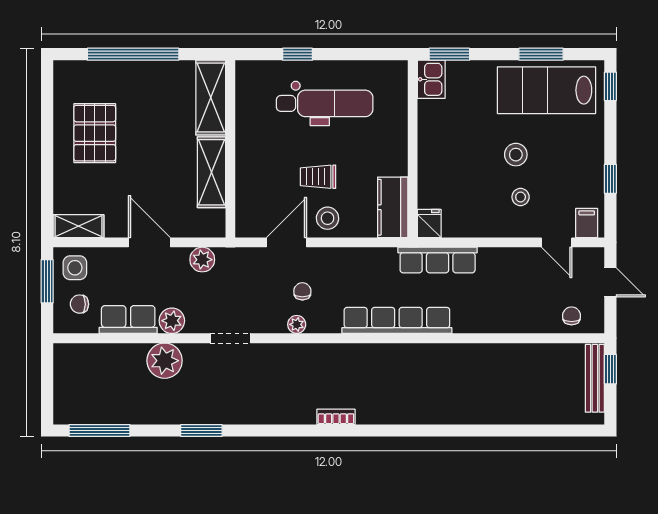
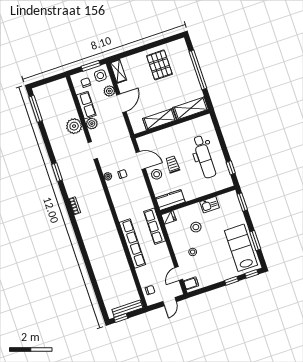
window: (298, 54) -> (231, 168), moved
kitchen sink: (431, 79) -> (210, 205), moved
pallet: (95, 133) -> (159, 65), turned 90
stool: (516, 155) -> (196, 227), moved
window: (610, 179) -> (231, 281), moved
plant: (202, 260) -> (109, 91), moved
row of seats: (397, 320) -> (132, 244), moved
window: (610, 369) -> (121, 318), moved
window: (201, 430) -> (57, 172), moved

